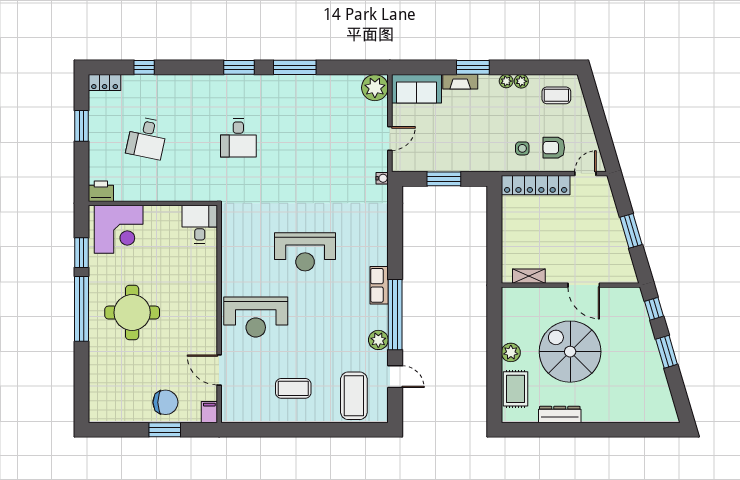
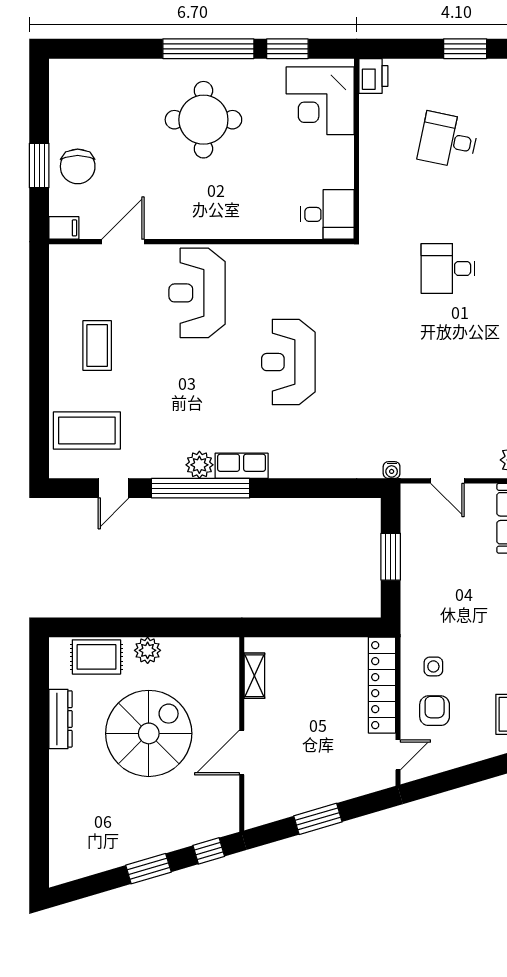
door: (585, 174) -> (398, 755), hinge flipped
plant: (378, 340) -> (199, 465), moved

